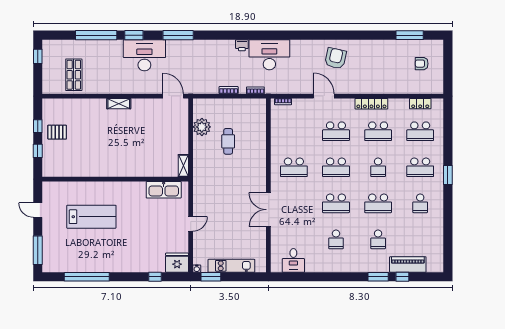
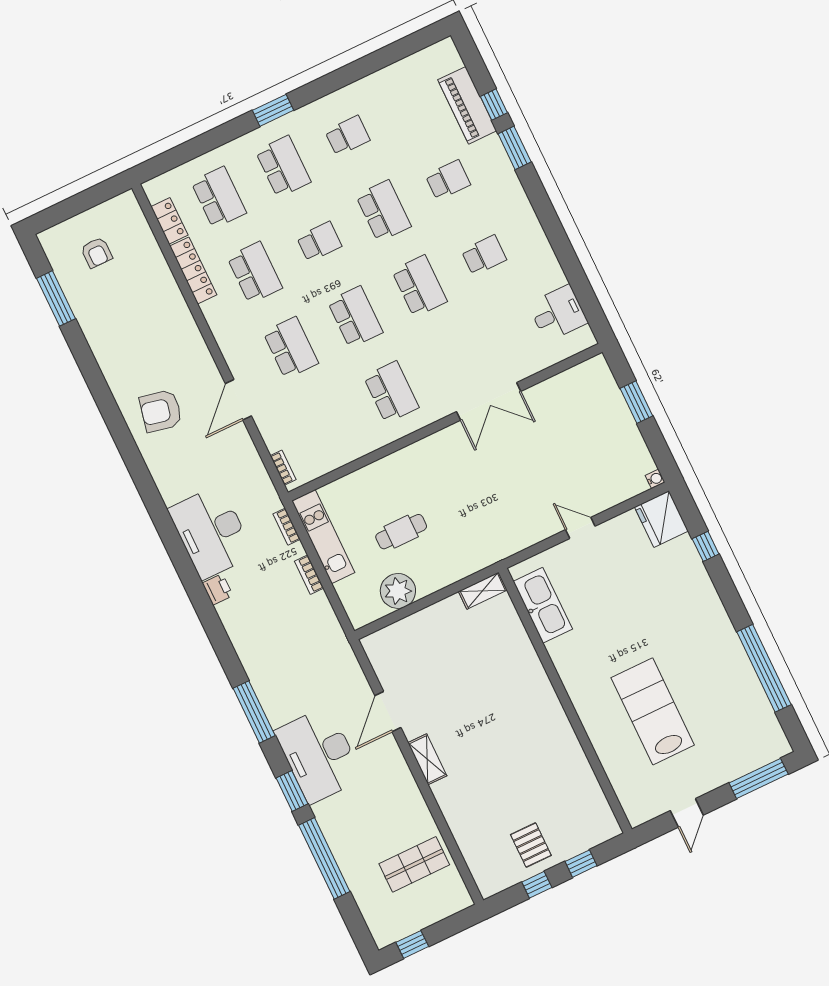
door: (173, 96) -> (388, 712), moved
locker: (371, 104) -> (193, 270), moved
kitchen unit: (231, 266) -> (323, 537), moved, turned 180
window: (211, 277) -> (636, 402), moved

